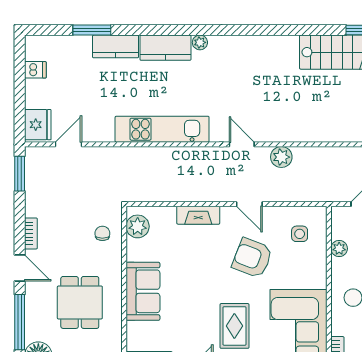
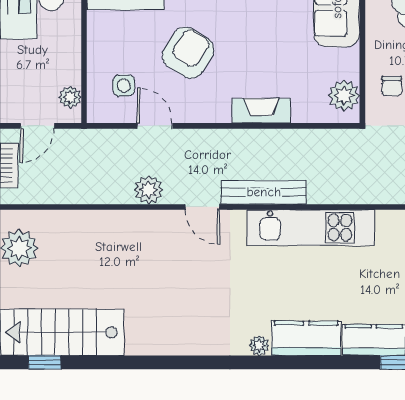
bench: (197, 155) -> (264, 192), added
door: (249, 204) -> (155, 126), moved
plant: (339, 249) -> (70, 97), moved
armchair: (252, 258) -> (188, 53), turned -79

